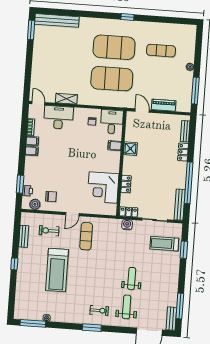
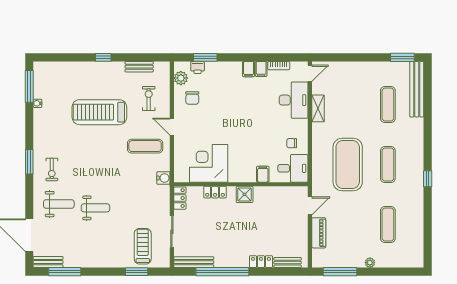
exercise mat: (67, 44) -> (388, 105), added
exercise mat: (114, 47) -> (388, 165), width x0.50, depth x0.69
shower: (130, 149) -> (245, 194), moved
water cooler: (127, 225) -> (163, 178), moved

